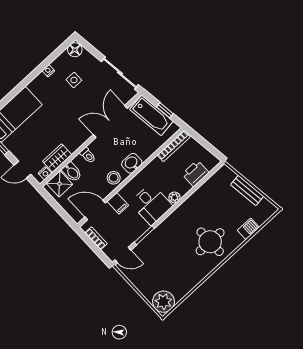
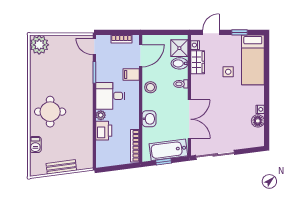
floor lamp: (75, 50) -> (258, 121), moved
side table: (74, 80) -> (228, 72), moved
washbasin: (132, 163) -> (149, 119), moved
printer: (196, 173) -> (104, 131), moved
door: (123, 255) -> (94, 46), hinge flipped

